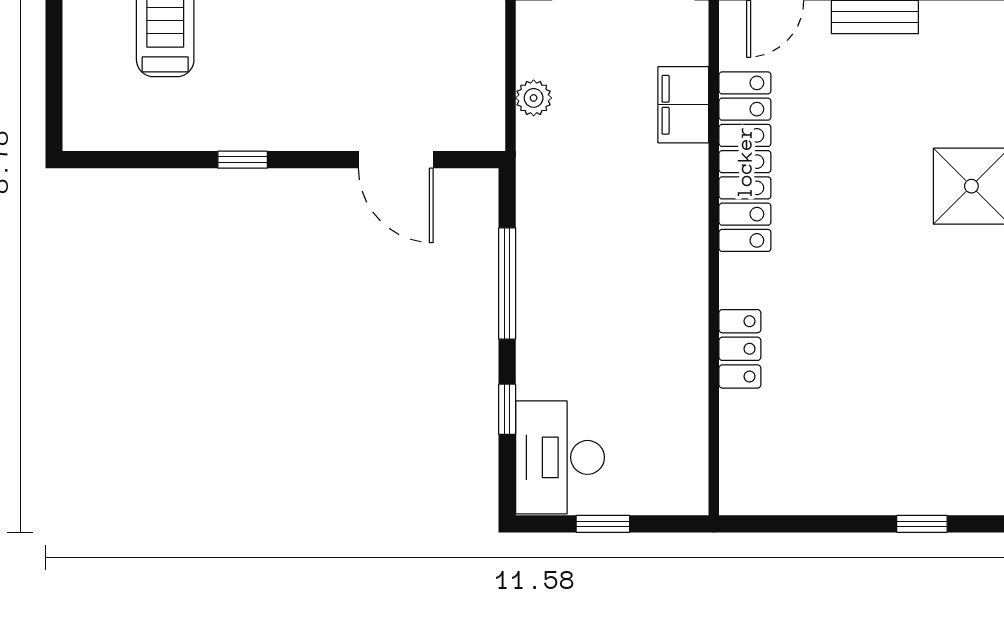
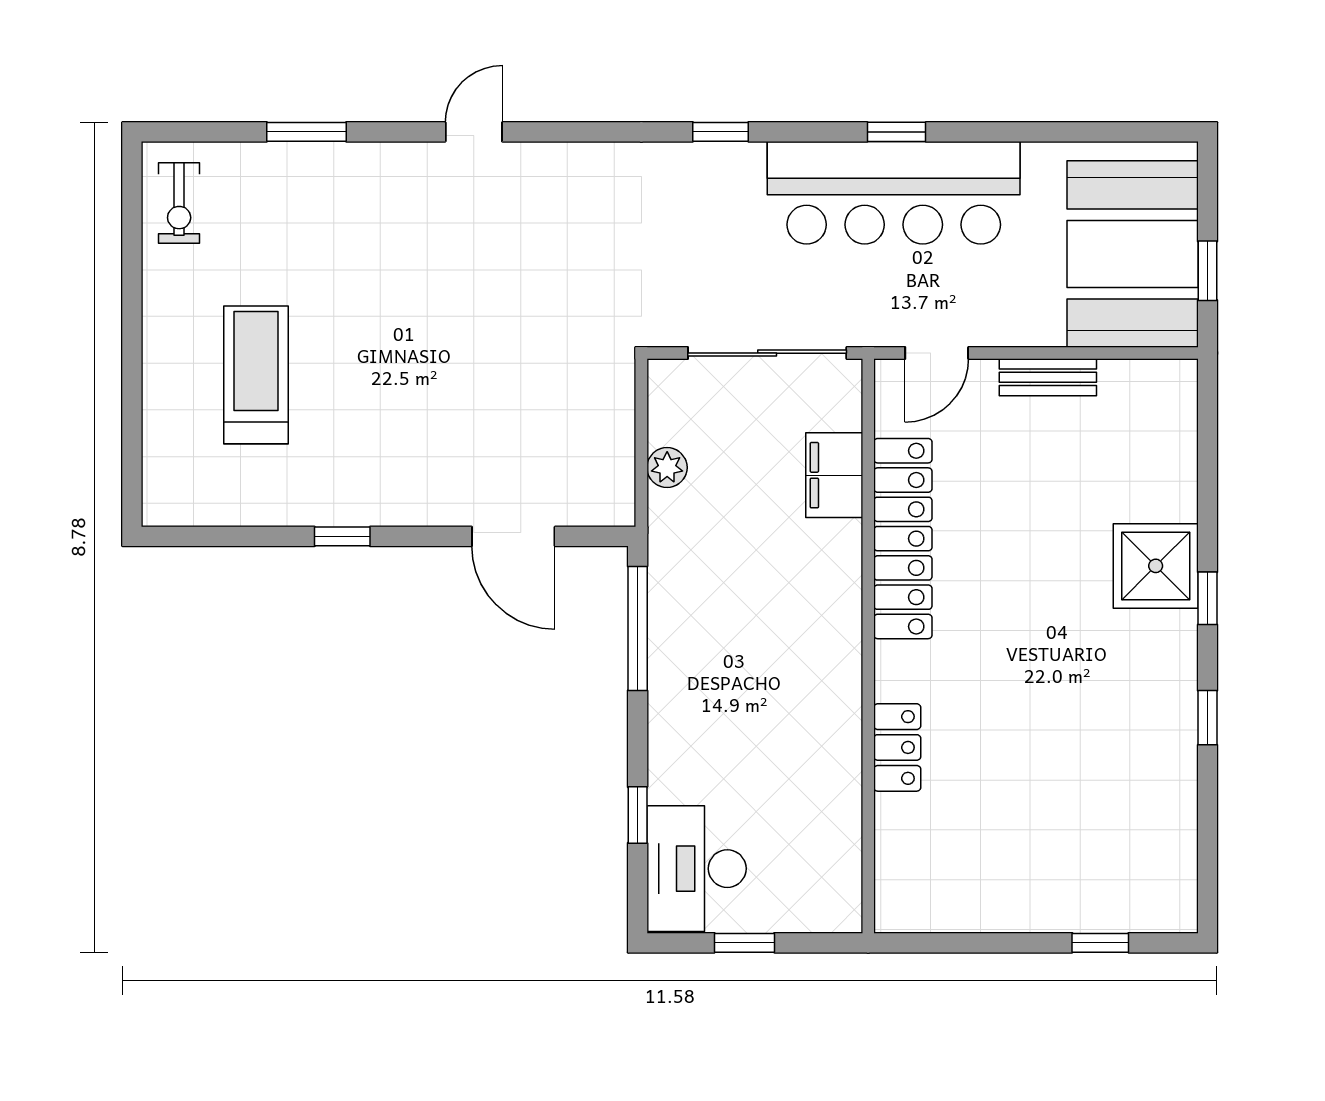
window: (507, 283) -> (638, 628), moved

